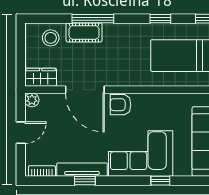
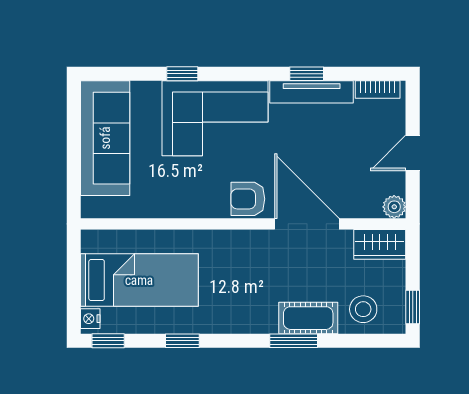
window: (93, 19) -> (294, 341), width x0.69
window: (21, 39) -> (413, 307), added
armchair: (121, 105) -> (248, 199), turned 180

